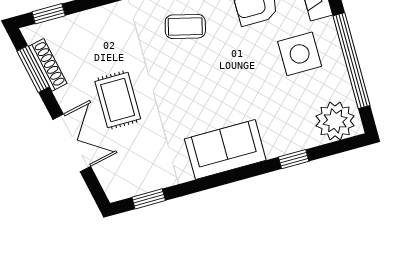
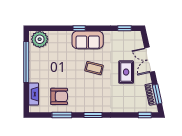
coffee table: (185, 26) -> (94, 68), moved
side table: (300, 54) -> (47, 71), removed
window: (294, 159) -> (79, 28), moved

